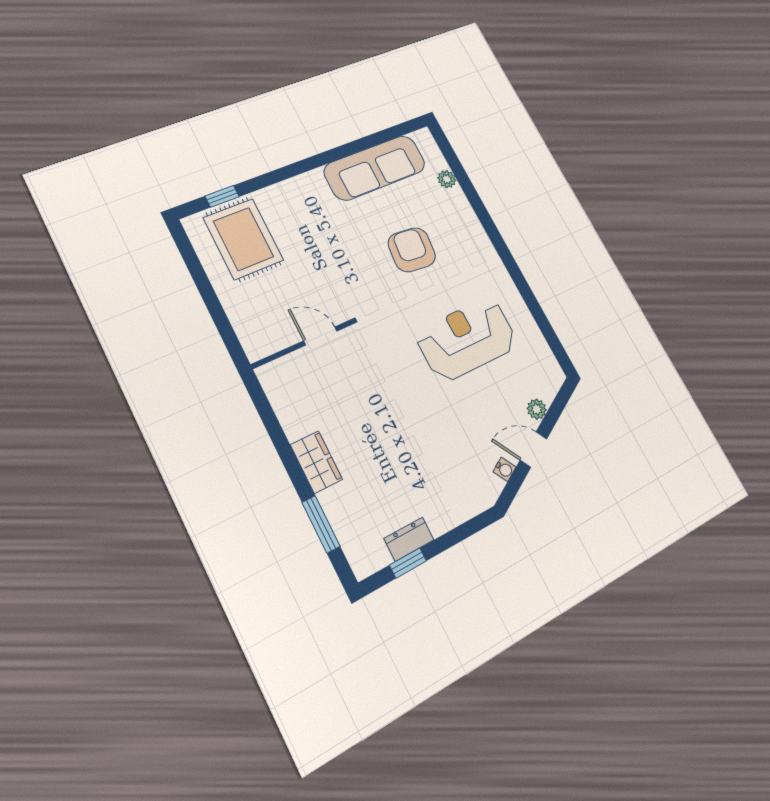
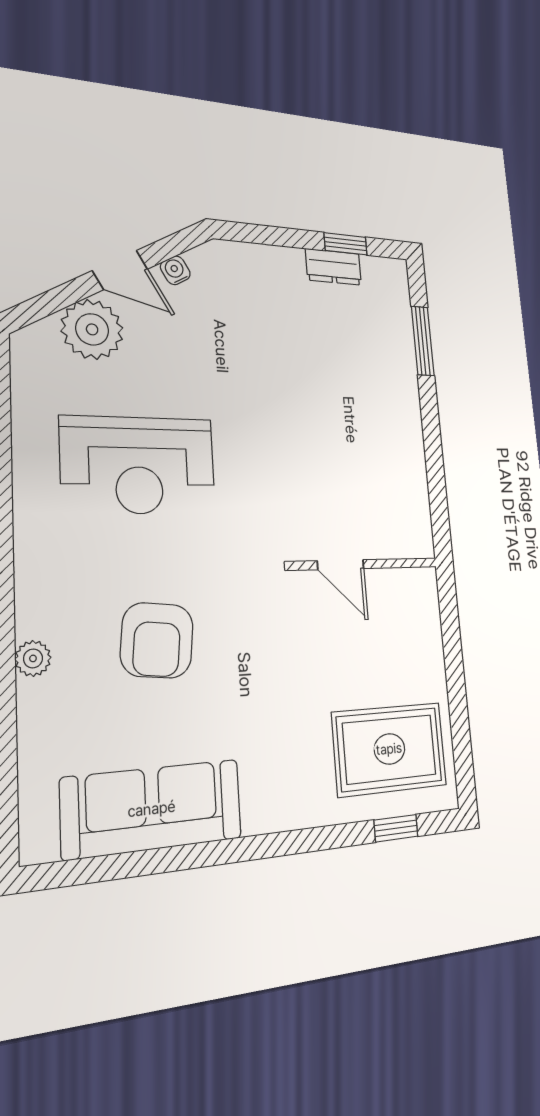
plant: (447, 179) -> (33, 658), moved
rug: (243, 239) -> (389, 749), turned 90
plant: (537, 409) -> (92, 329), width x1.88, depth x1.88
wardrobe: (316, 462) -> (403, 410), removed

